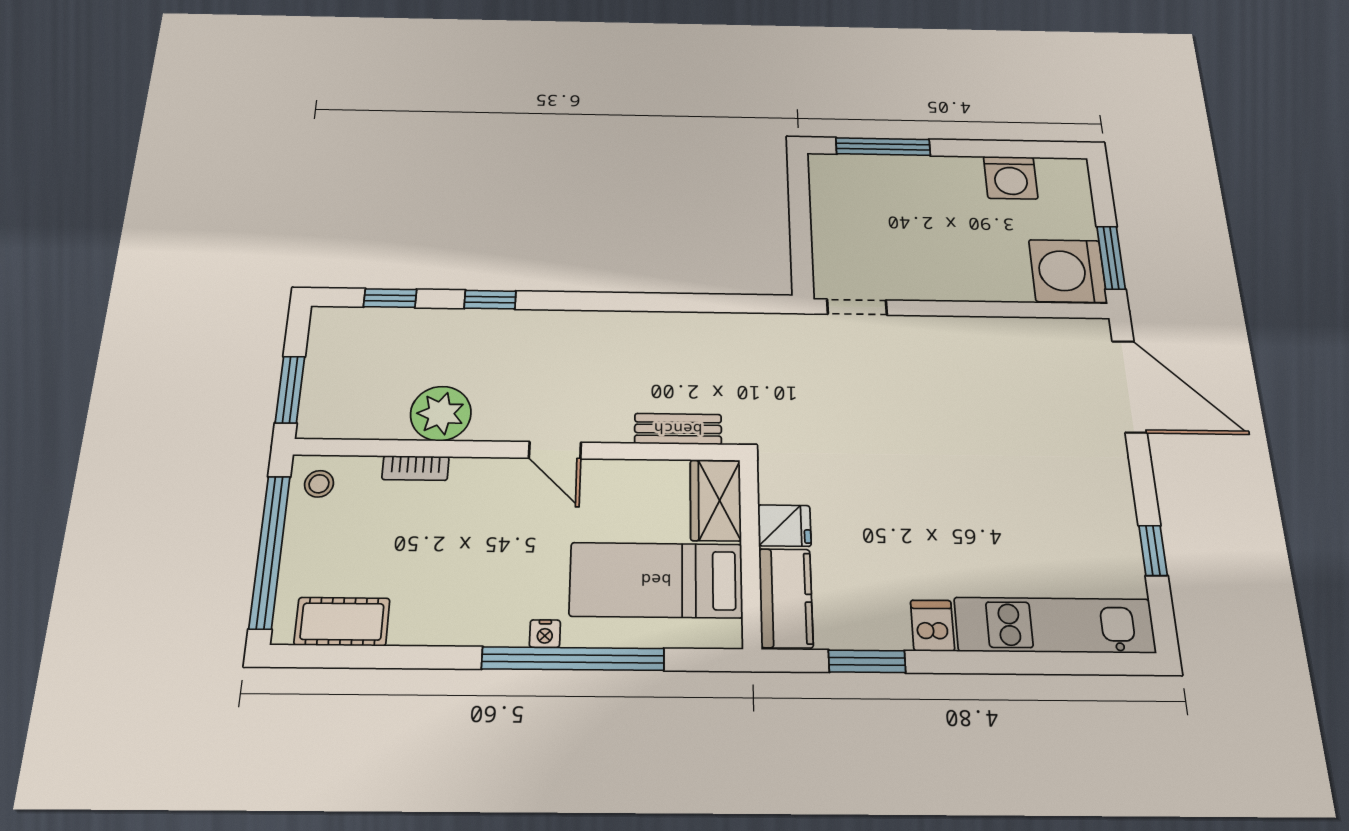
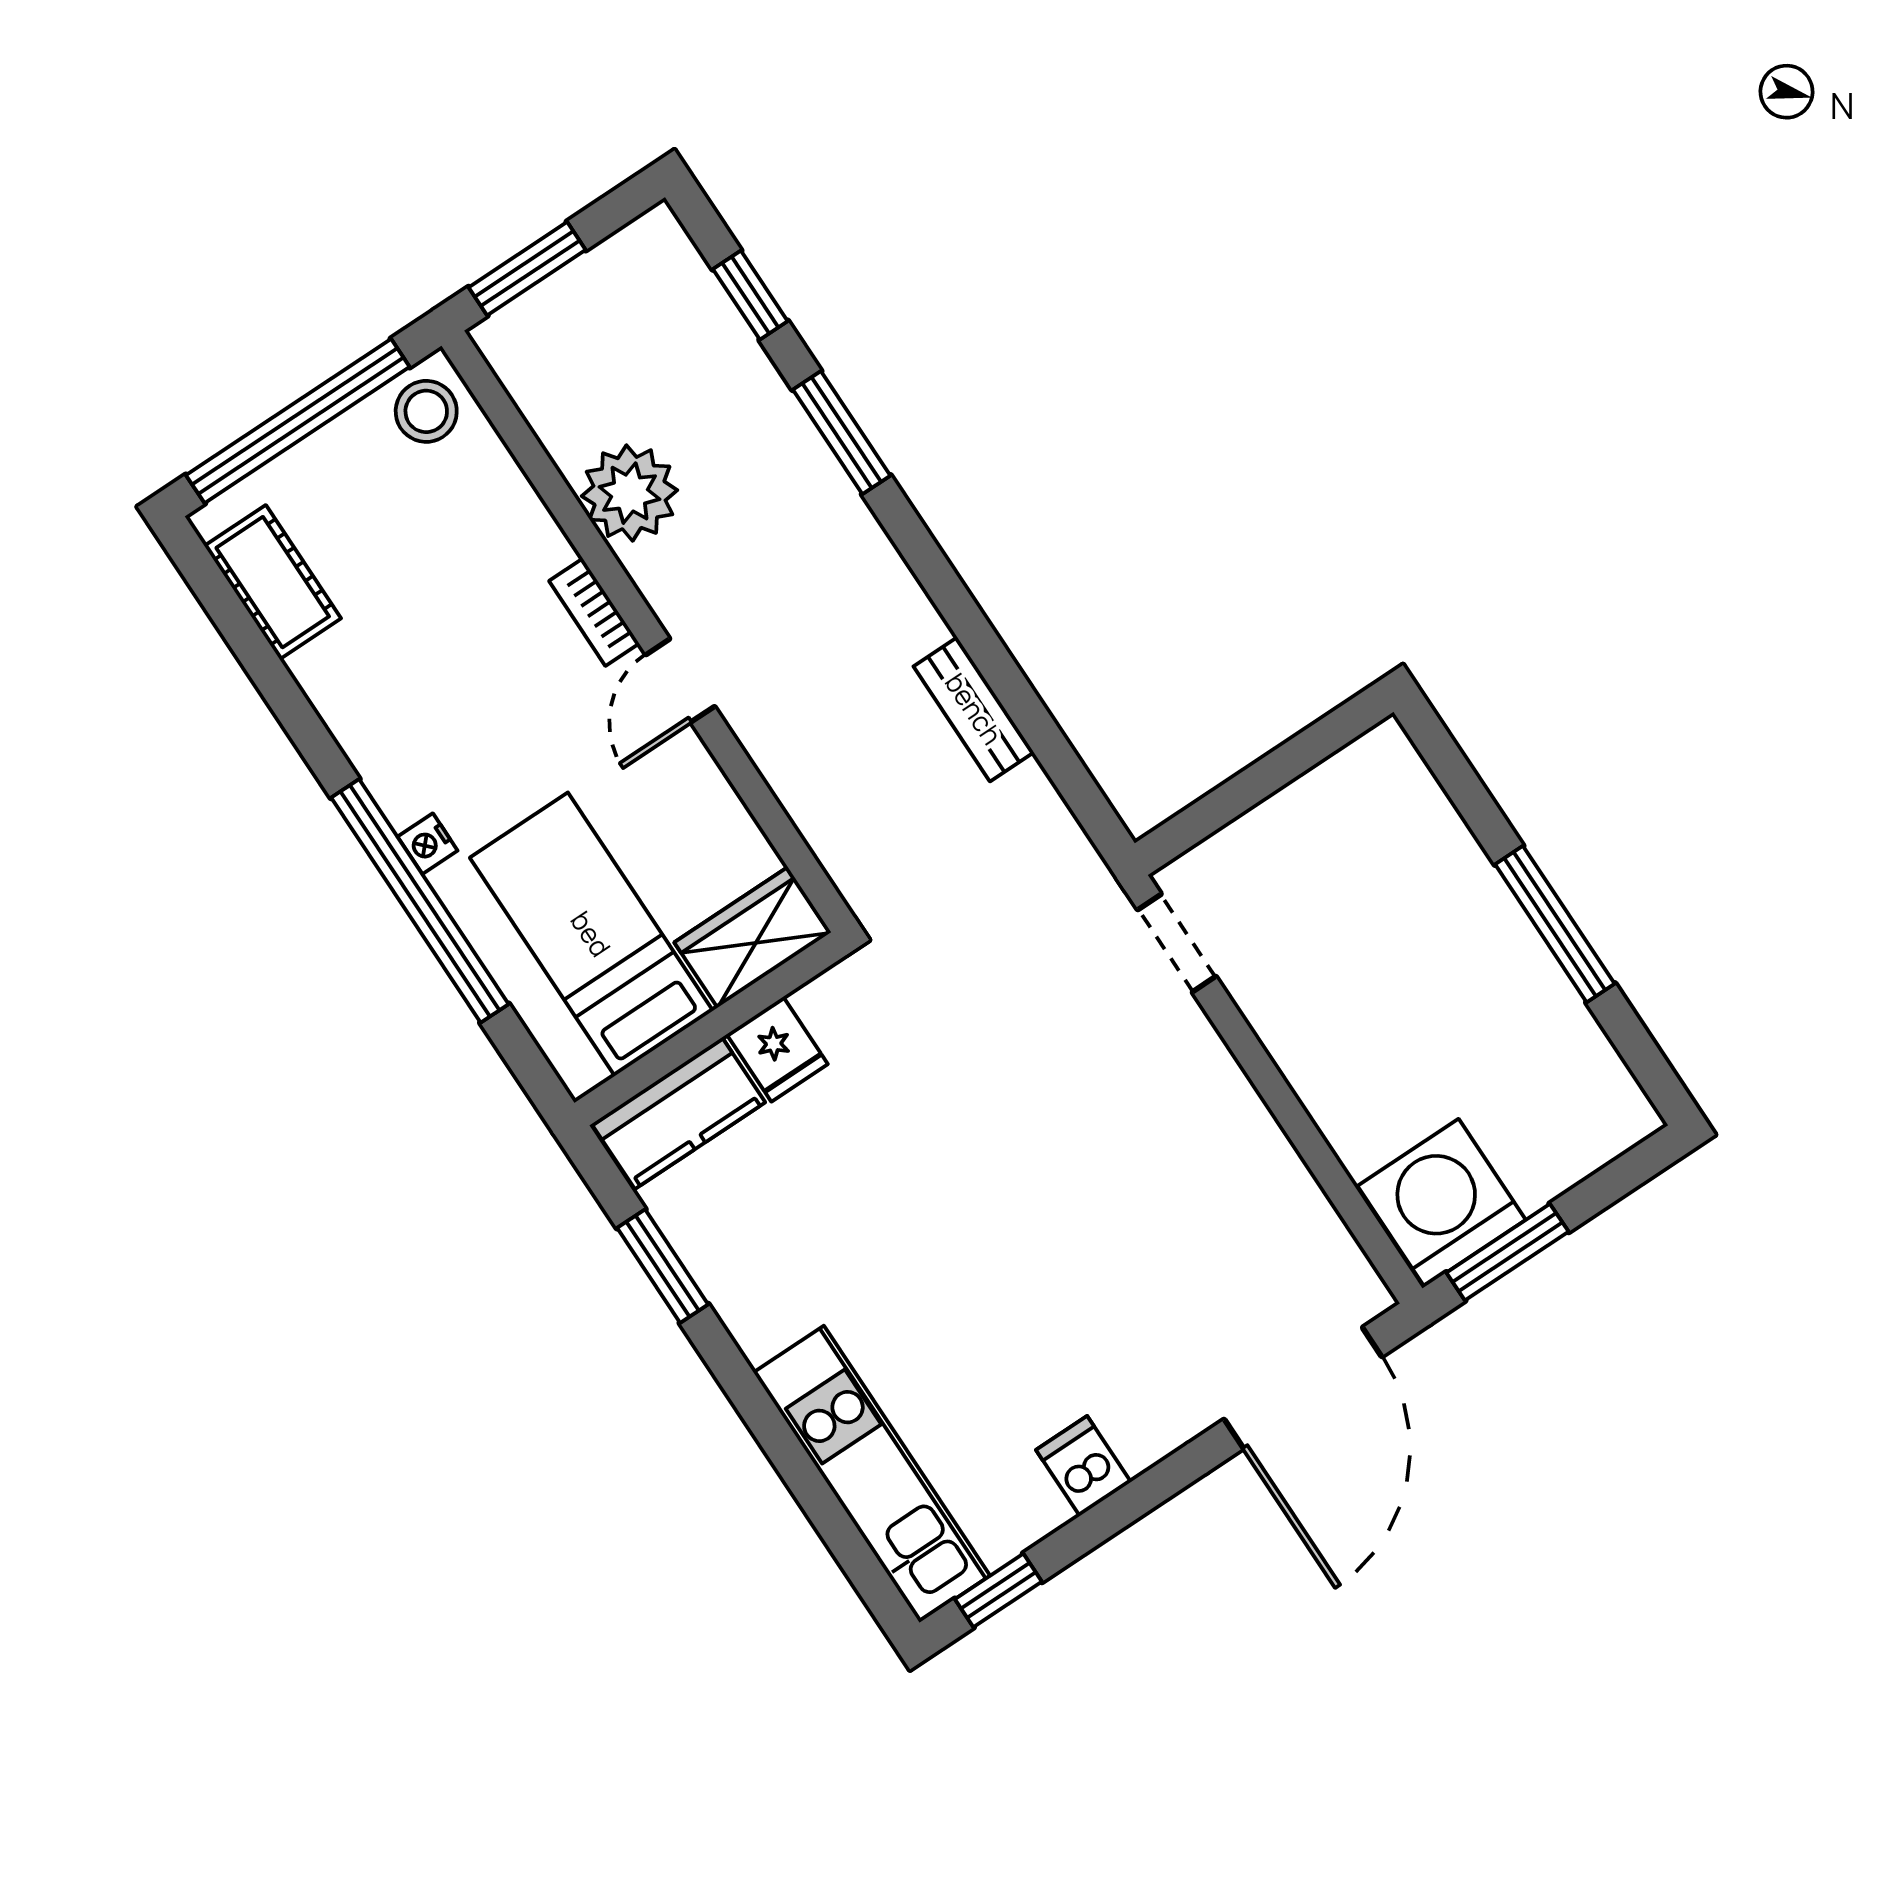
window: (883, 147) -> (1555, 924), moved
washing machine: (1011, 178) -> (1554, 1032), removed
window: (490, 300) -> (842, 433), width x1.50
bench: (678, 429) -> (974, 709), moved
bookcase: (415, 468) -> (594, 612), moved
stool: (319, 484) -> (426, 411), width x1.37, depth x1.37
window: (1153, 551) -> (998, 1590), moved
dishwasher: (932, 626) -> (1084, 1466), moved, turned -90

